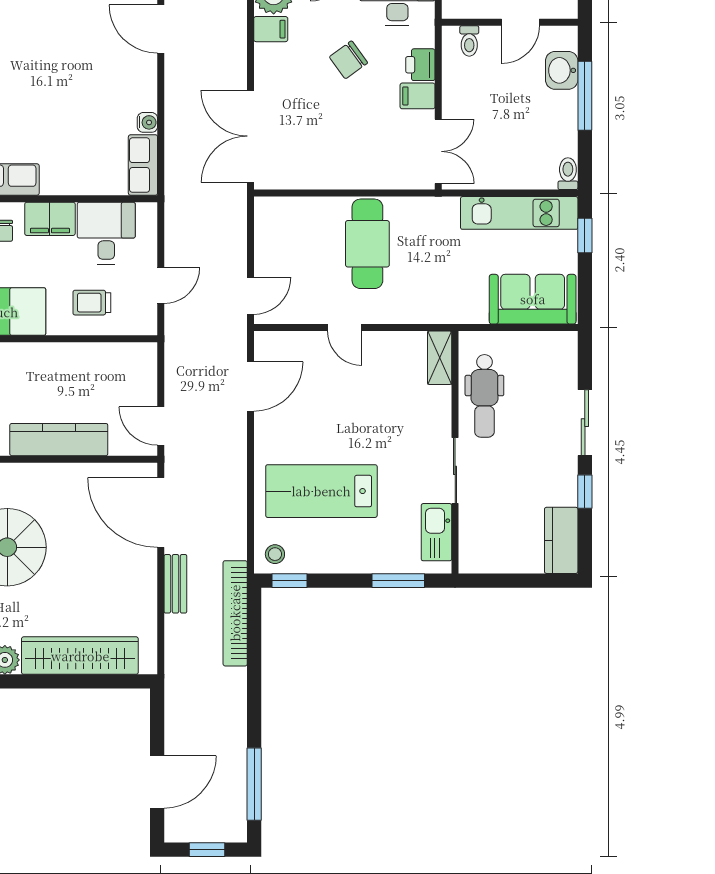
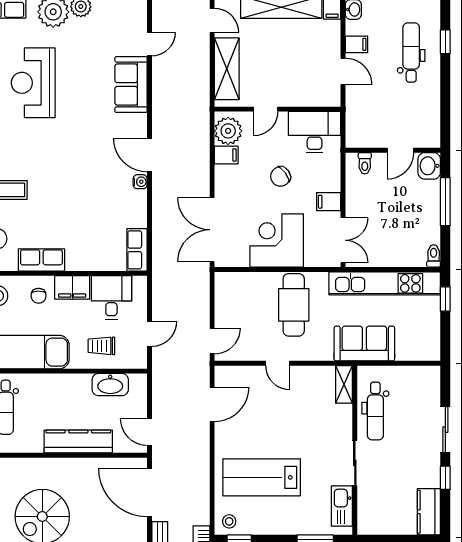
printer: (420, 65) -> (331, 180), removed
washbasin: (562, 70) -> (429, 166), moved
water cooler: (147, 122) -> (140, 182), moved
corner desk: (343, 152) -> (277, 240), added
kitchen unit: (519, 213) -> (385, 283), width x1.36
sofa: (533, 299) -> (364, 344), moved
washbasin: (105, 358) -> (110, 385), added

